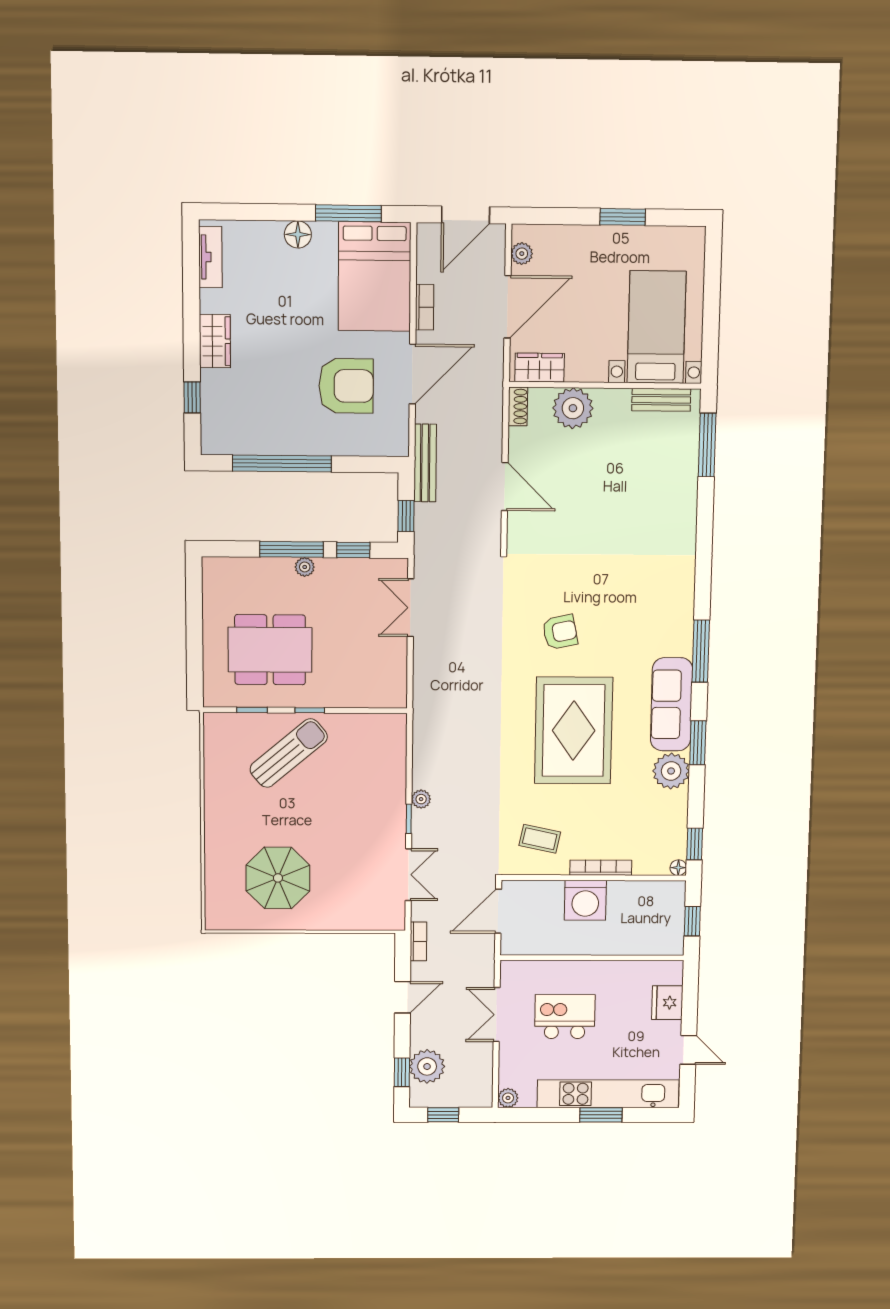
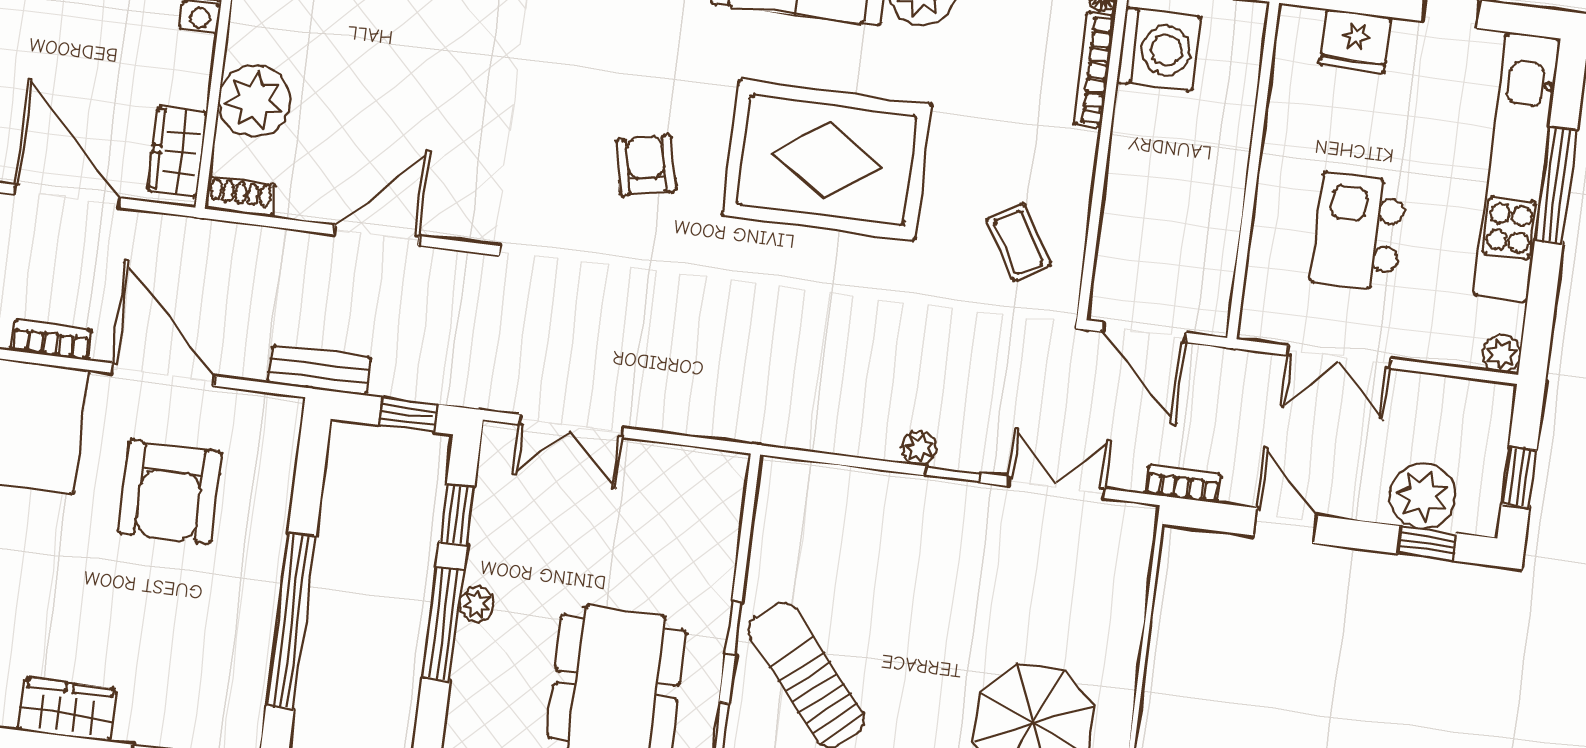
armchair: (346, 386) -> (170, 492), turned 180
bench: (425, 463) -> (319, 370), width x0.73
coffee table: (540, 839) -> (1018, 242), turned -43
bookcase: (601, 868) -> (1094, 70), moved
washing machine: (585, 900) -> (1159, 49), moved
window: (601, 1115) -> (1556, 185), width x1.44

